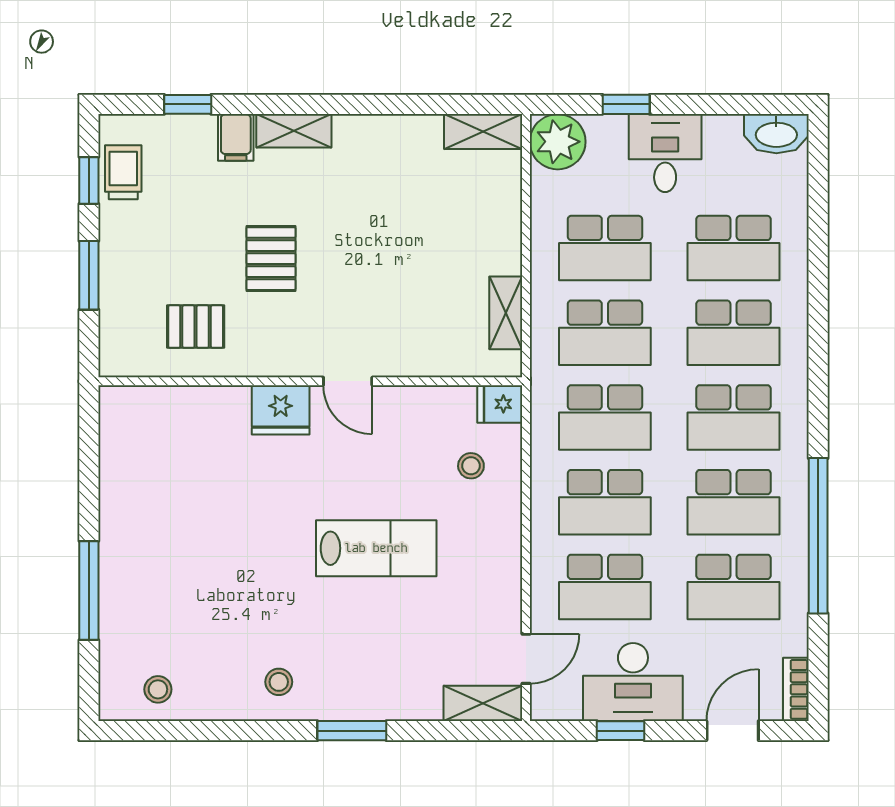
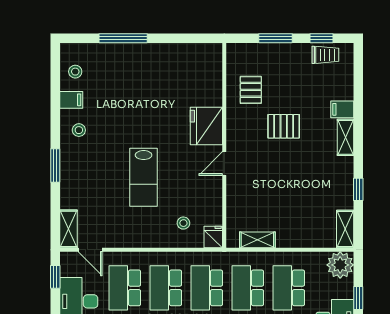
window: (188, 104) -> (358, 189), moved
fridge: (281, 410) -> (206, 126), width x1.36, depth x1.34
filing cabinet: (216, 698) -> (71, 100), added
window: (621, 731) -> (55, 277), moved

